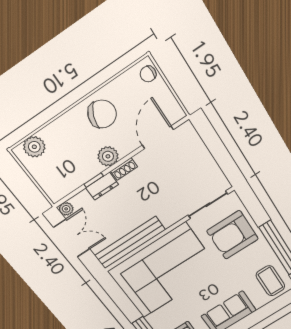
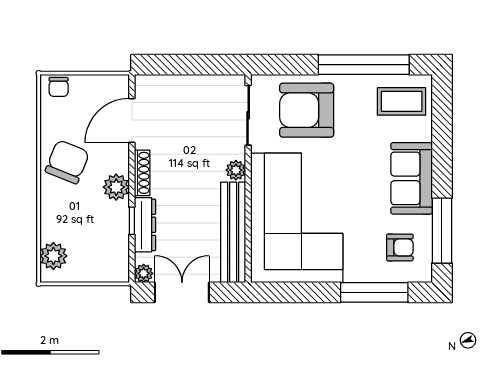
door: (158, 137) -> (132, 120), hinge flipped
shoe rack: (124, 169) -> (142, 173), width x1.43
dresser: (102, 186) -> (145, 225), width x1.44
plant: (169, 220) -> (236, 170), added
armchair: (233, 235) -> (307, 110), turned 90

